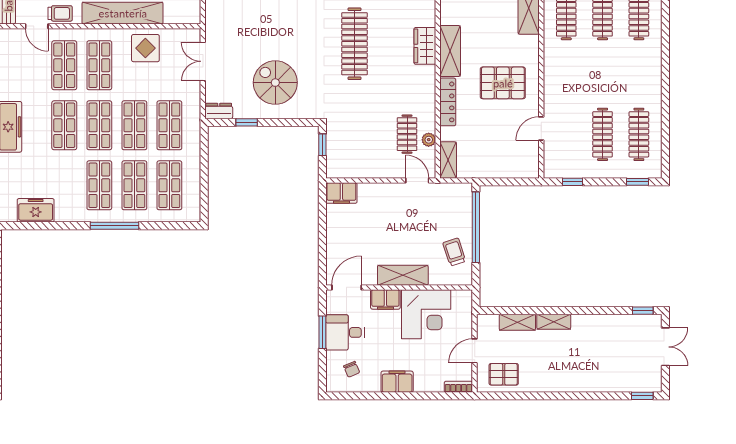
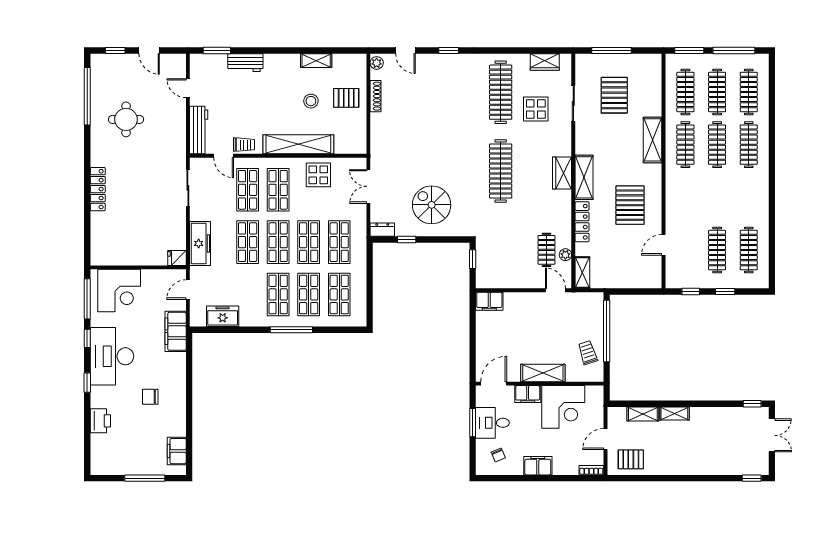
pallet: (503, 83) -> (630, 205), turned 90
window: (637, 182) -> (725, 292), moved

